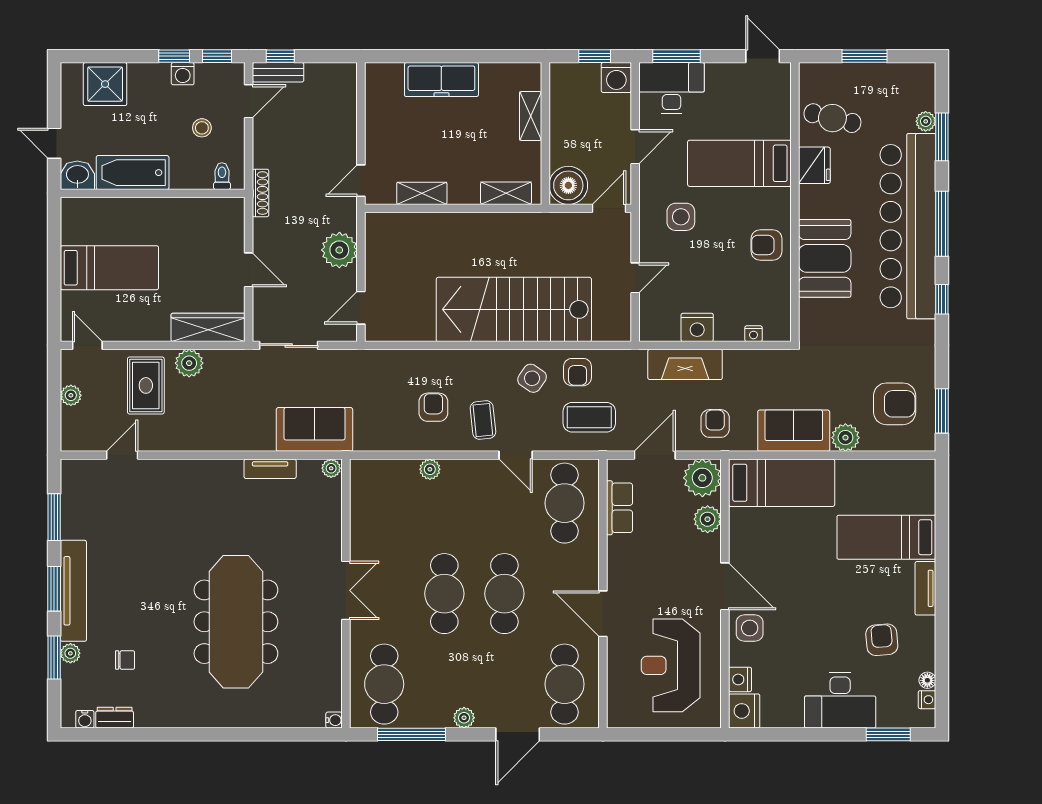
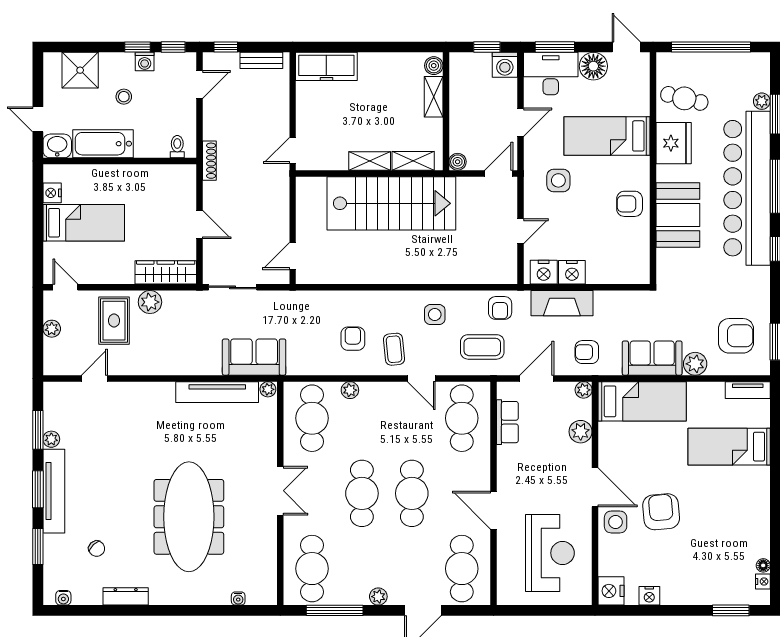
window: (864, 56) -> (711, 47), width x2.11
bench: (278, 72) -> (261, 60), moved
boiler: (531, 79) -> (434, 66), added
floor lamp: (723, 79) -> (593, 66), added
freezer: (441, 80) -> (326, 66), moved
stool: (202, 128) -> (124, 97), moved
fridge: (814, 165) -> (674, 143), width x1.36, depth x1.34
boiler: (568, 185) -> (458, 162), width x0.54, depth x0.54
shelving: (422, 193) -> (370, 161), moved
nightstand: (71, 232) -> (52, 193), added
plant: (339, 250) -> (275, 208), removed
stairs: (514, 309) -> (391, 203), moved, turned 180
nightstand: (754, 334) -> (544, 272), moved, width x1.89, depth x1.79
armchair: (578, 372) -> (500, 308), moved
side table: (532, 378) -> (435, 315), turned -34
armchair: (715, 423) -> (587, 352), turned -90
tv unit: (270, 469) -> (217, 392), width x1.92, depth x1.29
plant: (702, 478) -> (584, 390), width x0.53, depth x0.53
cafe table: (384, 503) -> (312, 418), added
tv unit: (925, 588) -> (748, 390), moved, turned -90
armchair: (882, 640) -> (661, 512), moved, width x1.38, depth x1.38
plant: (70, 653) -> (51, 439), moved
chair: (125, 660) -> (97, 549), turned 46
reception desk: (671, 665) -> (550, 553), turned 180
nightstand: (740, 679) -> (649, 596), moved, turned -90
desk: (840, 700) -> (691, 582), removed
dresser: (115, 718) -> (126, 596), moved, width x1.44
water cooler: (334, 720) -> (238, 598), moved, turned 90

